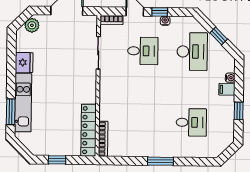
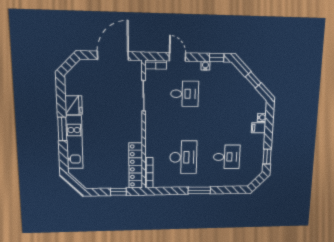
window: (160, 12) -> (217, 58), moved
plant: (32, 25) -> (80, 70), removed
desk: (192, 52) -> (183, 157), moved
window: (239, 111) -> (267, 157), moved
window: (11, 112) -> (62, 129), moved
window: (57, 160) -> (118, 192), moved

